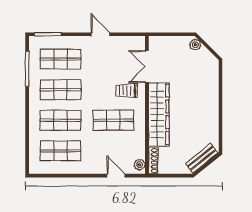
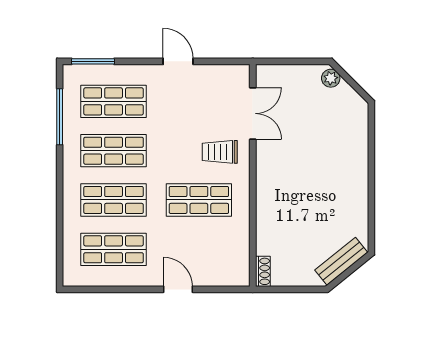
double door: (147, 67) -> (253, 113), swing flipped
wardrobe: (159, 114) -> (272, 190), removed
shoe rack: (153, 161) -> (263, 271), width x0.70
plant: (139, 165) -> (241, 271), removed
door: (116, 176) -> (178, 289), moved

